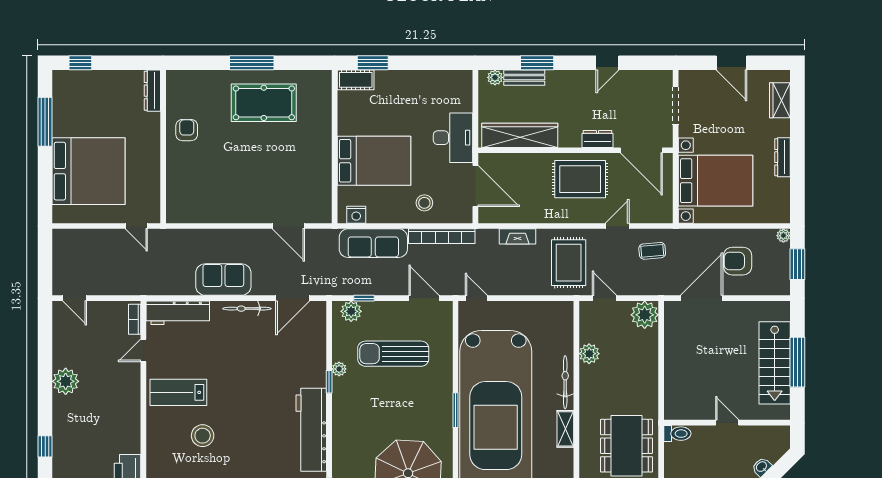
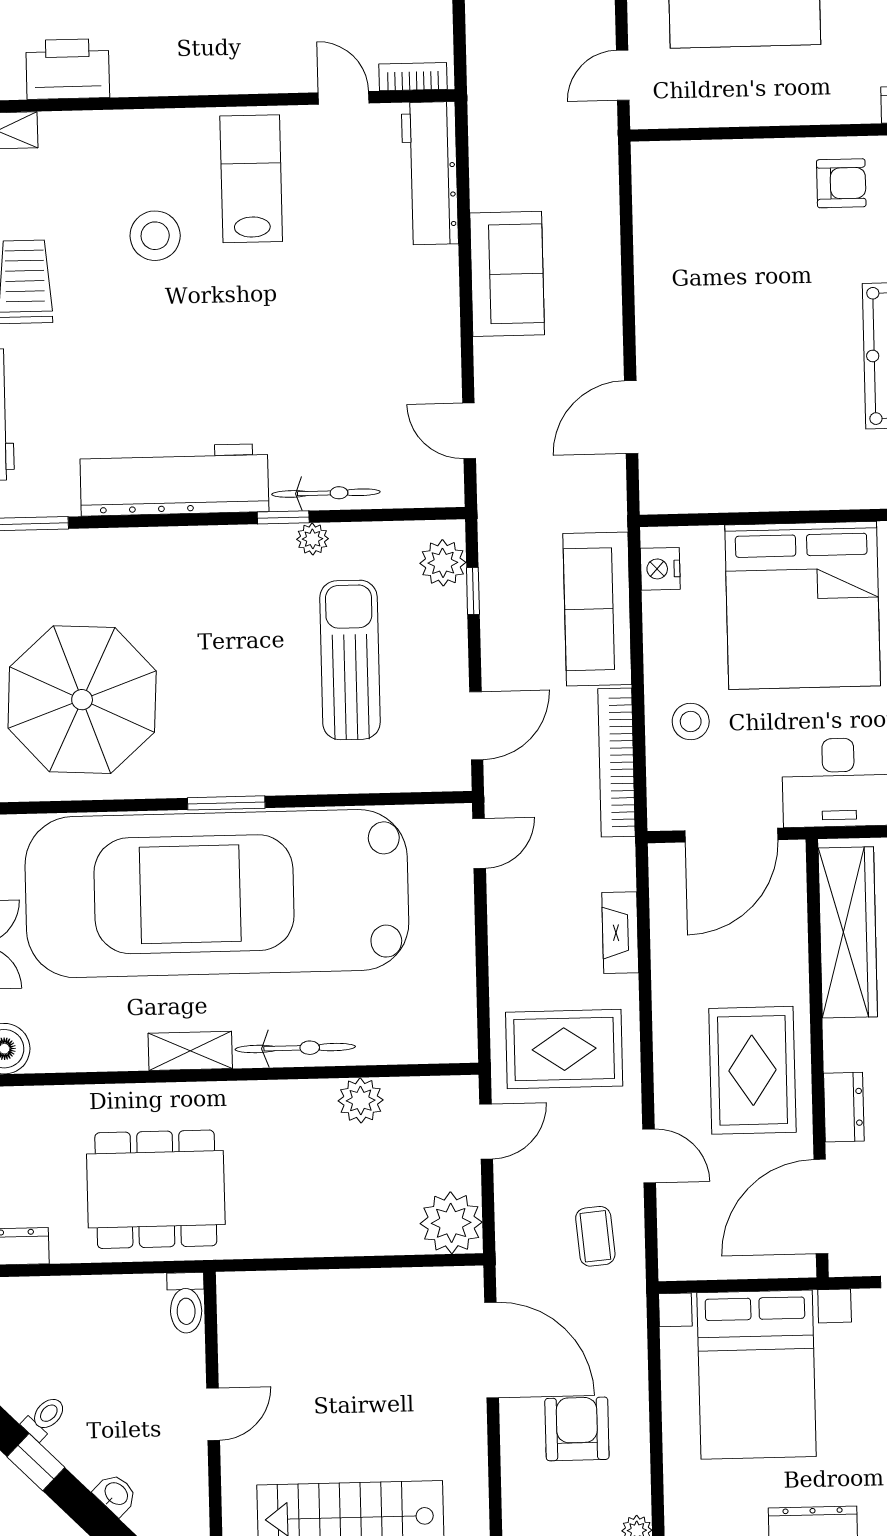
bed: (374, 161) -> (803, 605), width x1.36
door: (293, 298) -> (469, 431), width x0.73
bicycle: (247, 309) -> (326, 493), moved, turned 90

